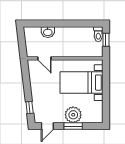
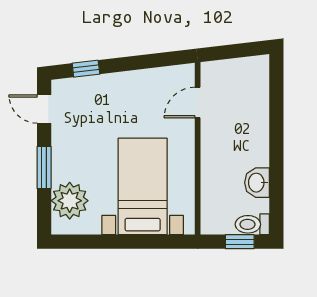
washbasin: (48, 32) -> (257, 183), moved
plant: (73, 115) -> (70, 201), moved

